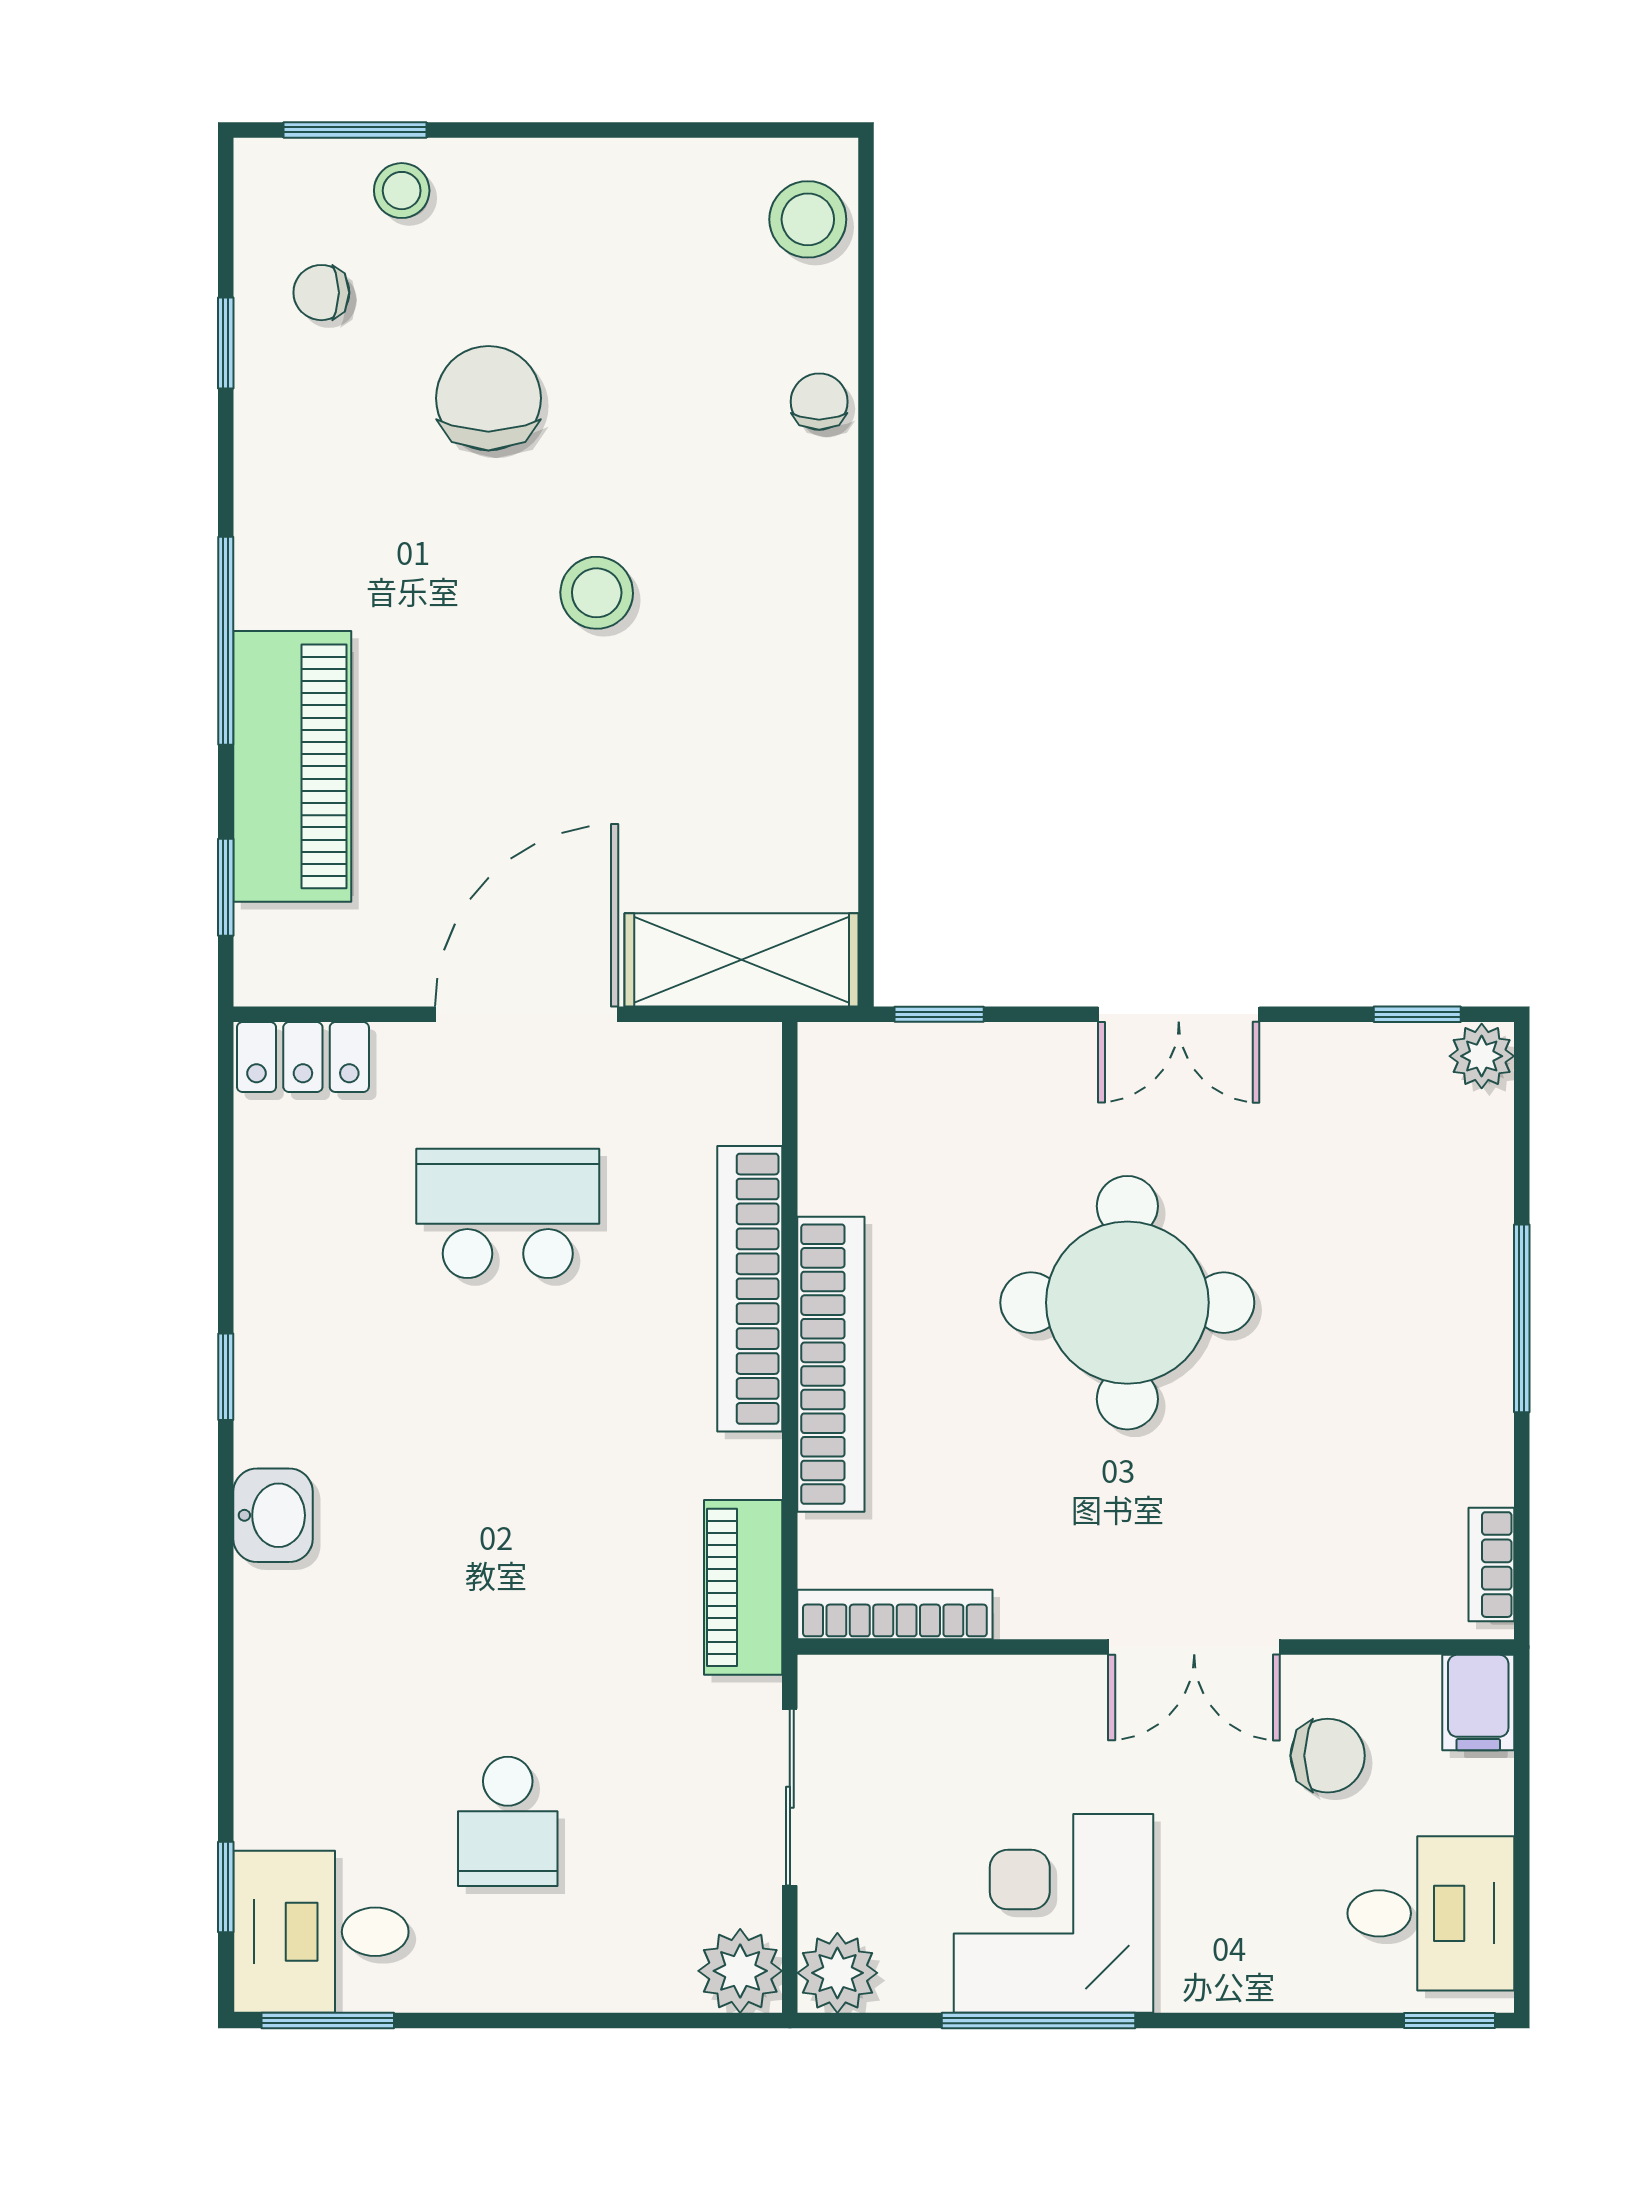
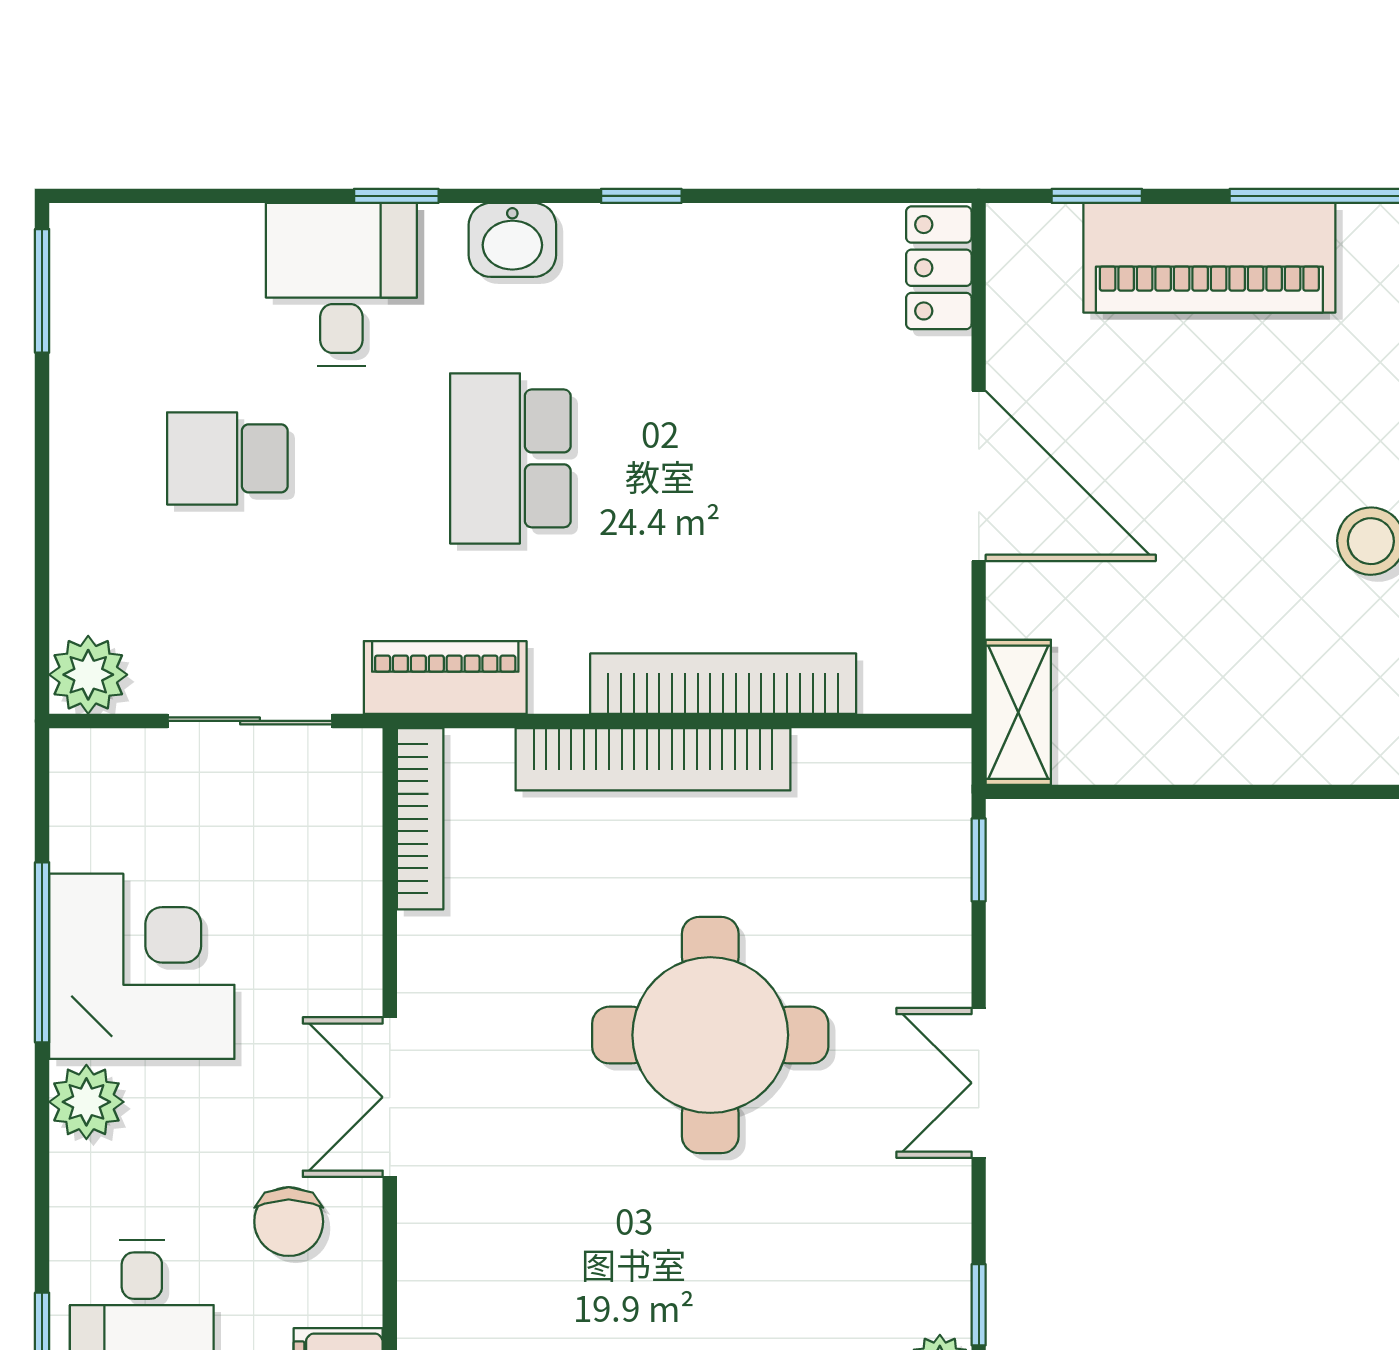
shelving: (742, 960) -> (1018, 712), width x0.67, depth x0.75
school desk: (508, 1213) -> (510, 458), moved, turned 180
window: (226, 1887) -> (396, 196), moved
desk: (321, 1932) -> (341, 284), moved
plant: (837, 1973) -> (86, 1102), moved

